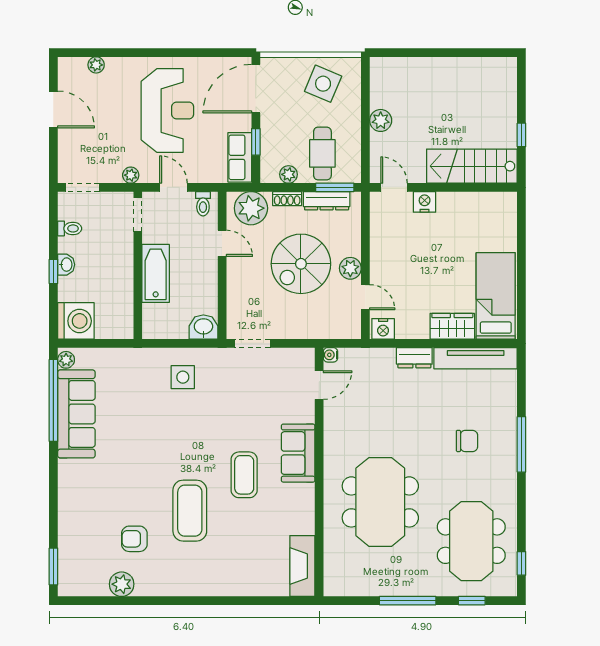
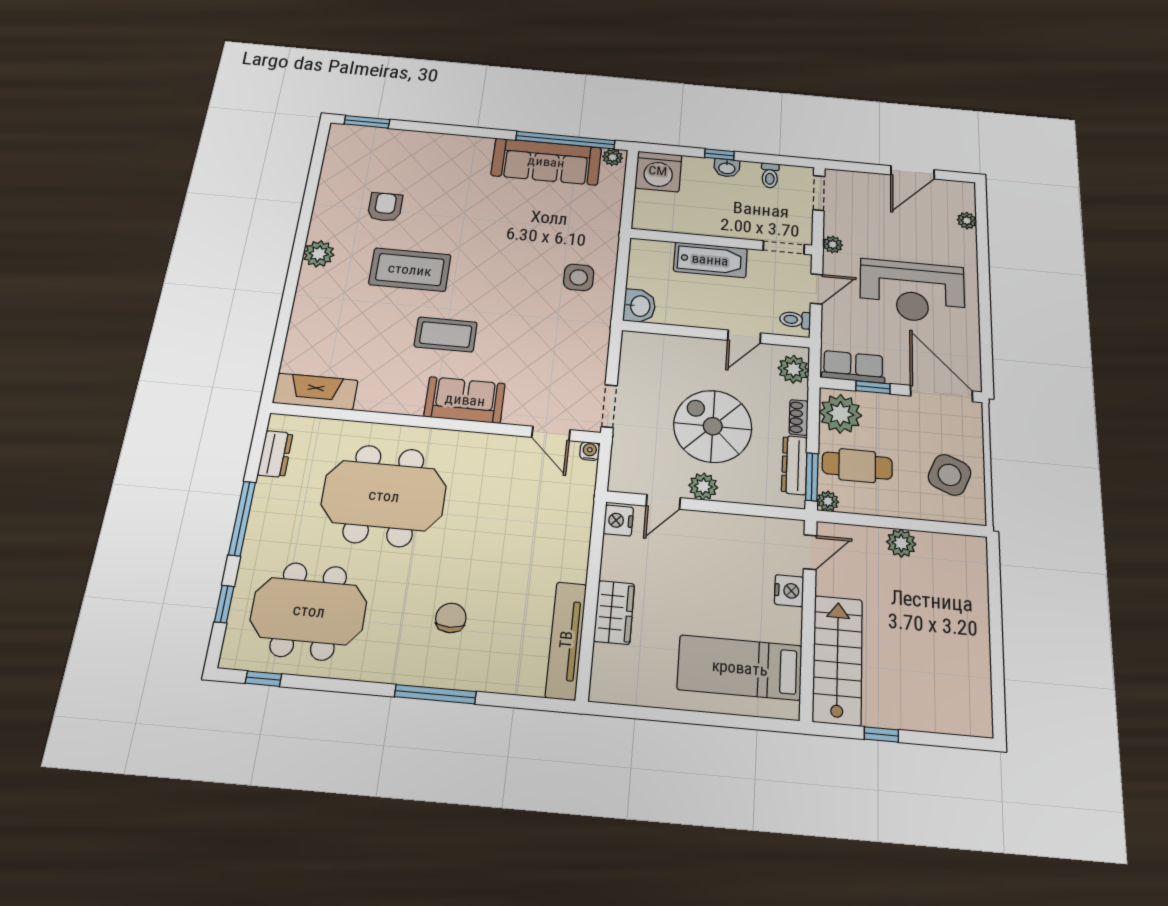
plant: (289, 174) -> (840, 414), width x1.88, depth x1.88
plant: (353, 175) -> (828, 501), added
plant: (251, 208) -> (793, 369), width x0.73, depth x0.73
bed: (496, 296) -> (740, 668), moved, turned 180
doorway: (252, 343) -> (609, 406), moved
dresser: (414, 358) -> (275, 454), moved, turned 180
chair: (467, 441) -> (451, 618), turned 180
plant: (122, 584) -> (319, 254), moved

